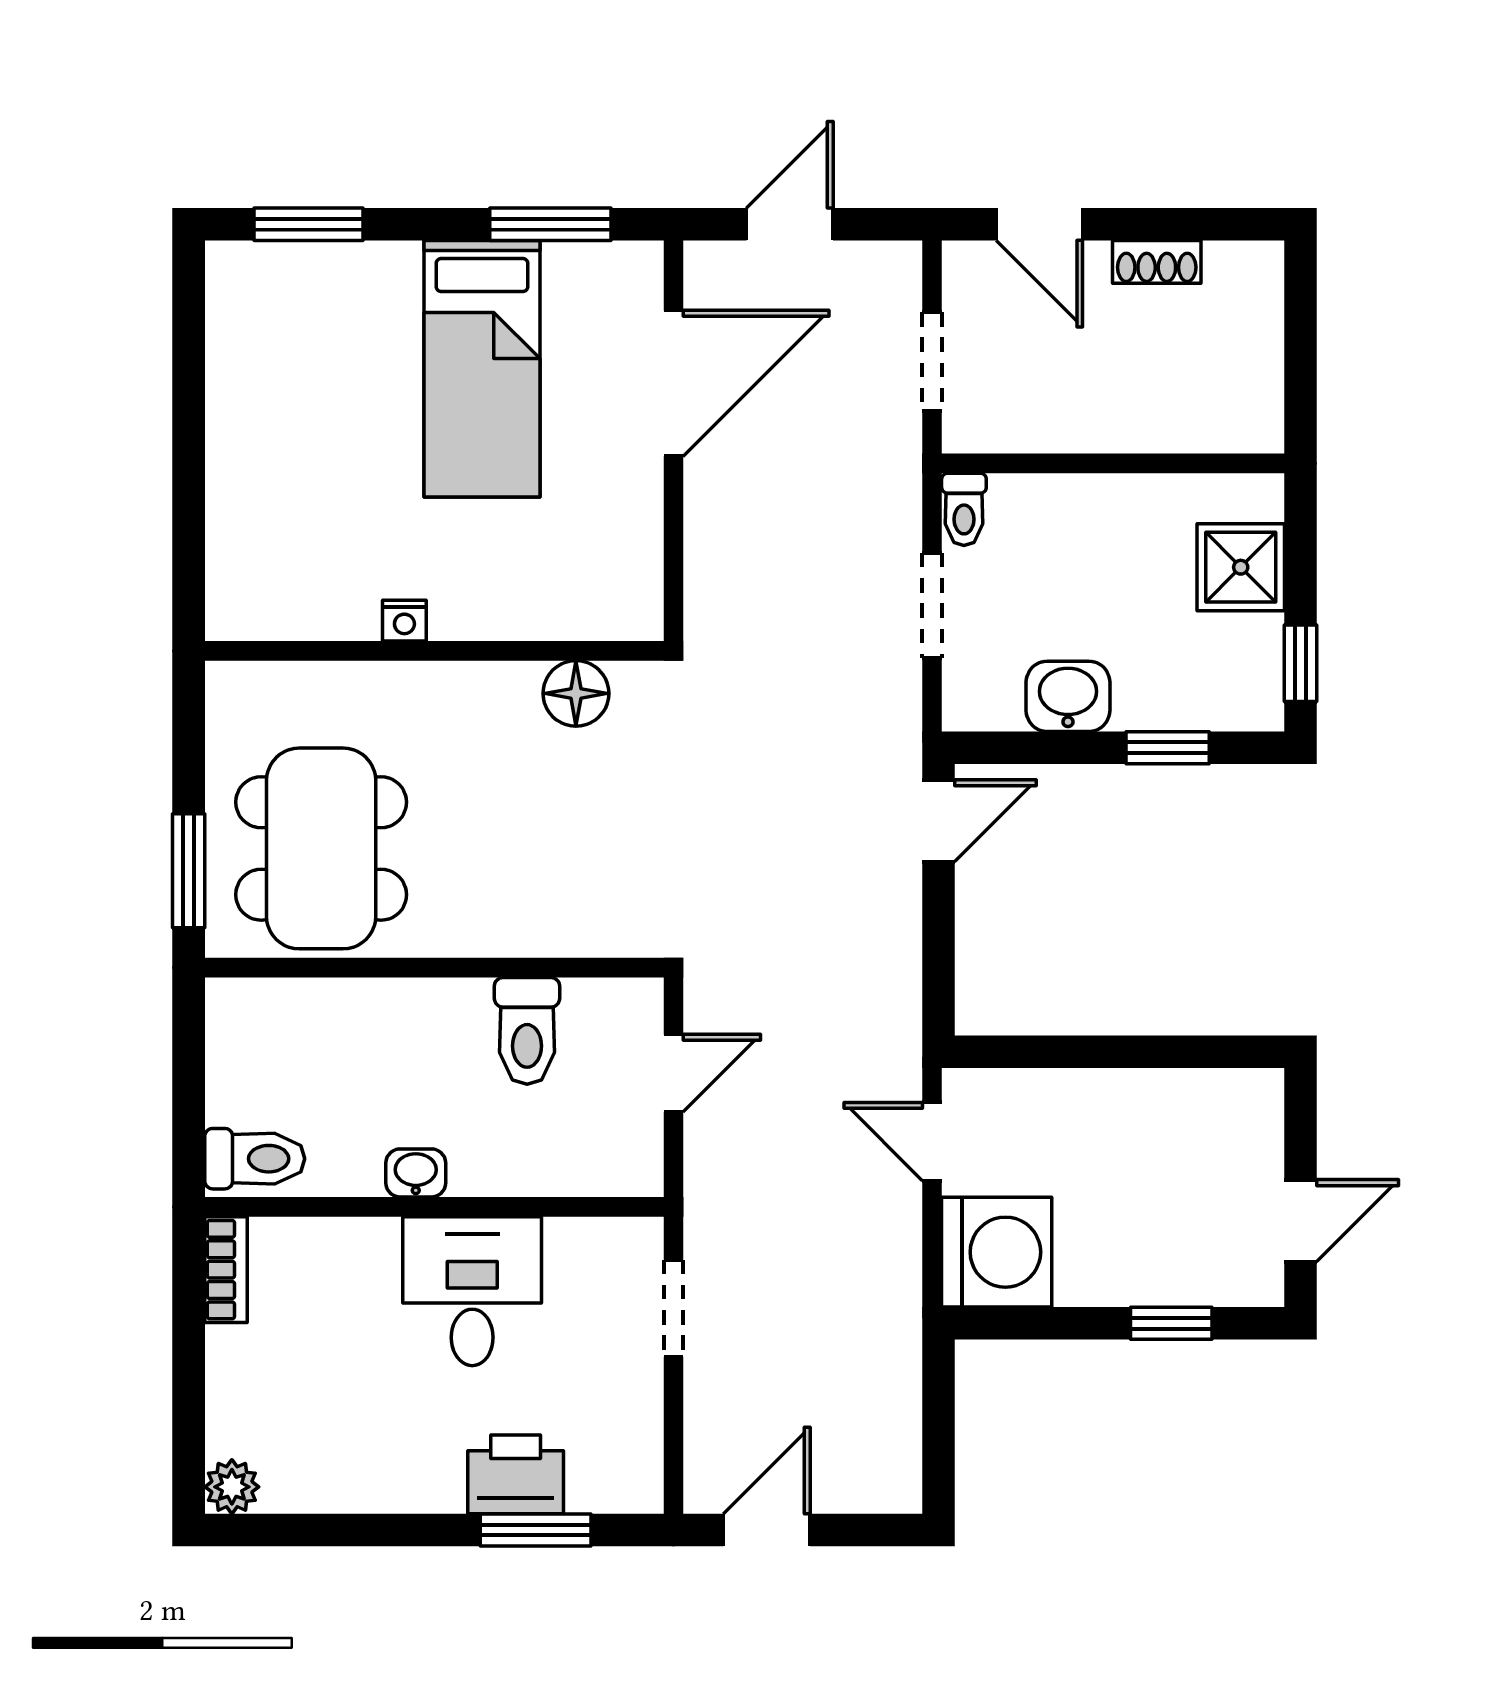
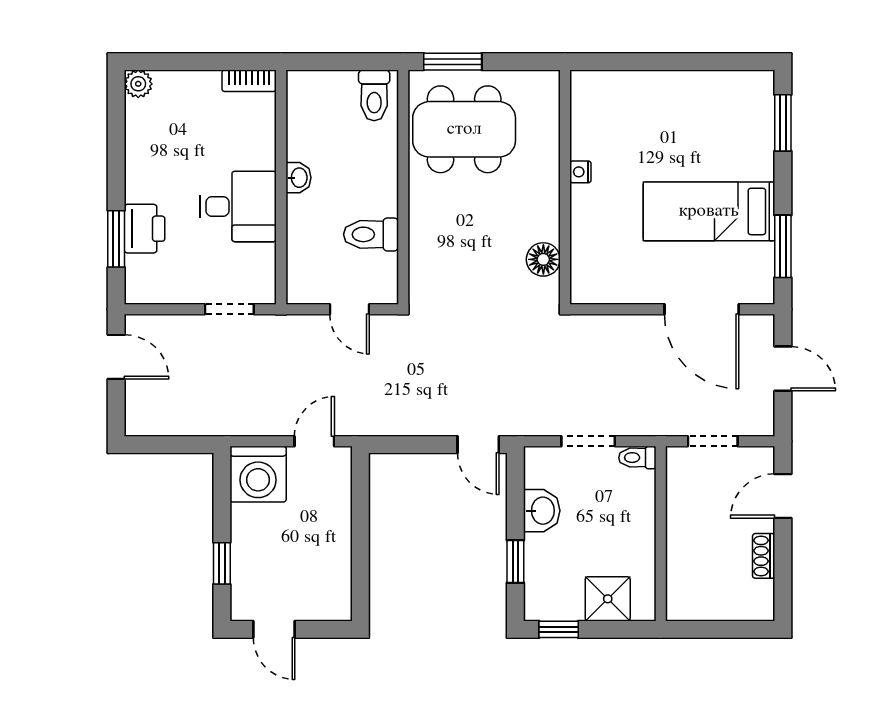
toilet: (255, 1159) -> (374, 95), moved

